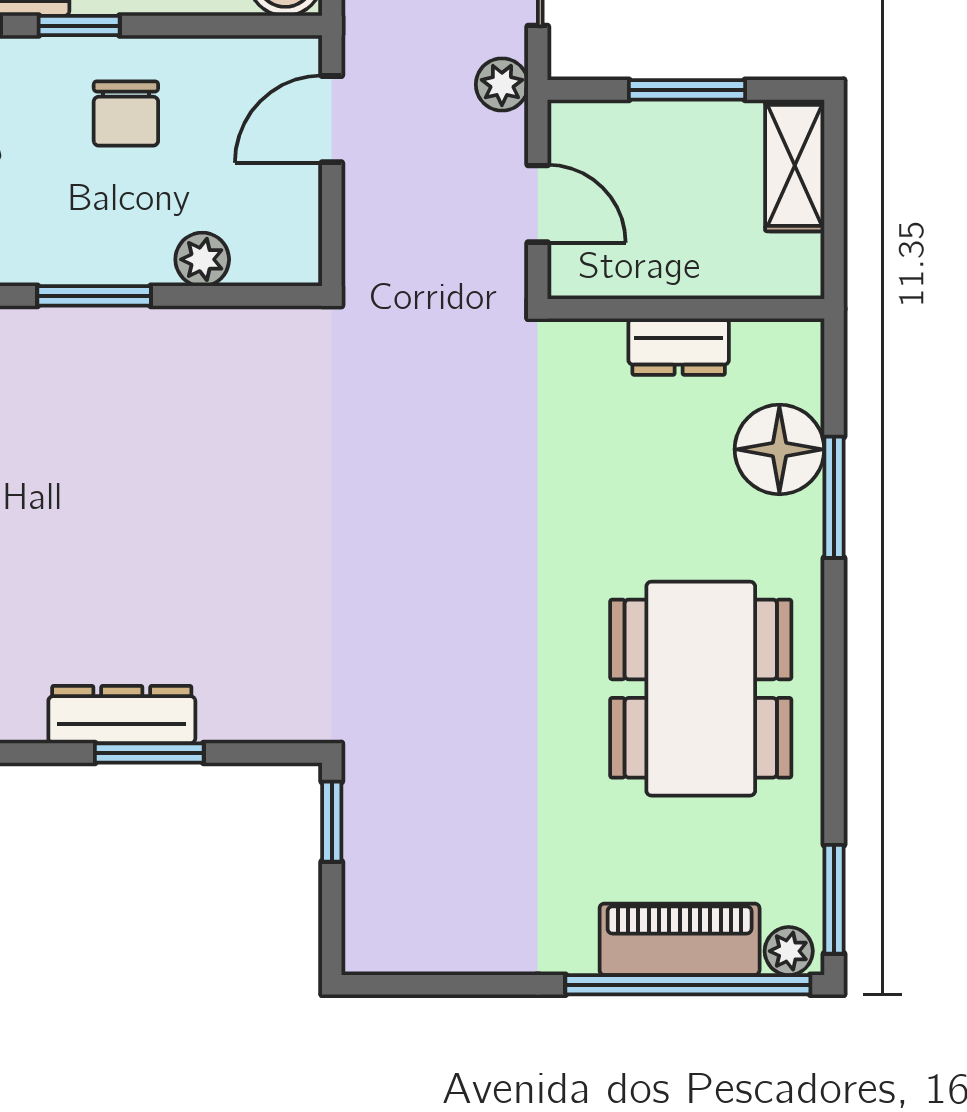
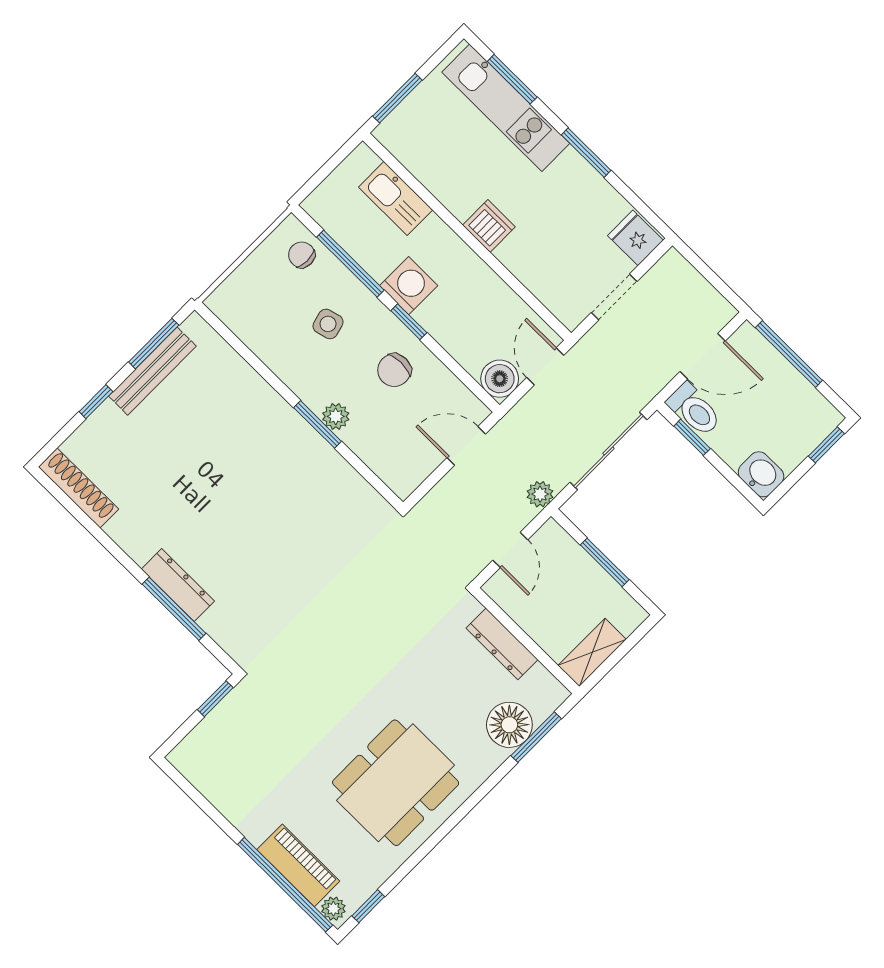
shelving: (795, 165) -> (592, 652), moved
plant: (202, 259) -> (336, 416), moved
dresser: (679, 347) -> (502, 644), width x1.44
window: (834, 497) -> (536, 737), moved
window: (149, 753) -> (174, 609), width x1.44
window: (834, 899) -> (368, 906), width x0.67

